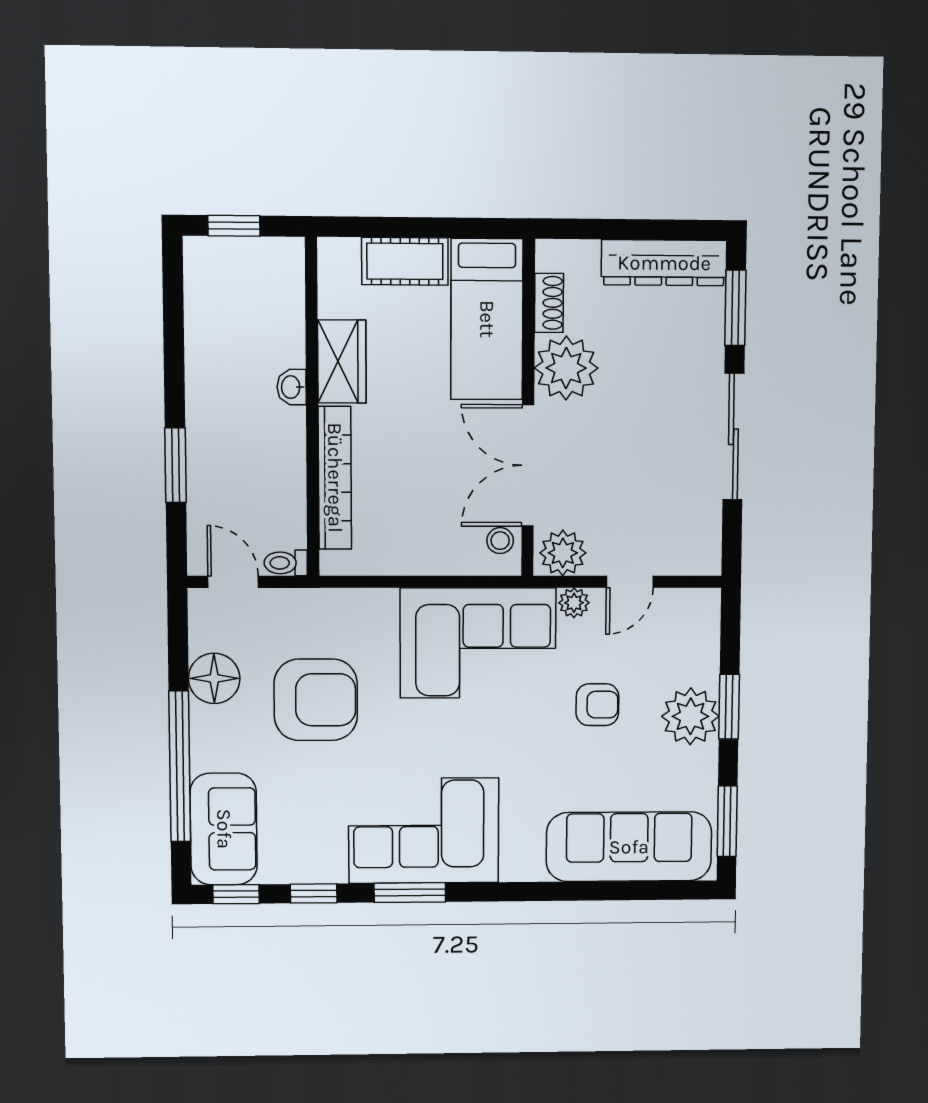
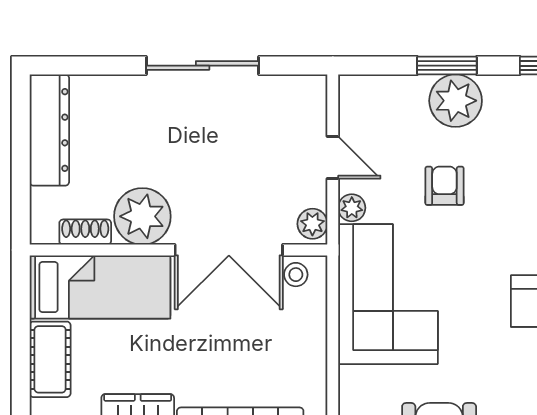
window: (735, 308) -> (89, 66), removed
plant: (563, 553) -> (312, 224), width x0.73, depth x0.73

